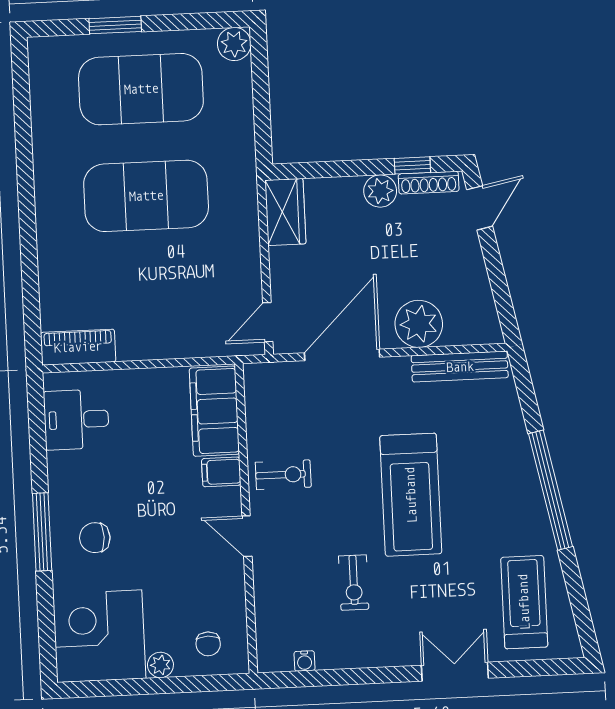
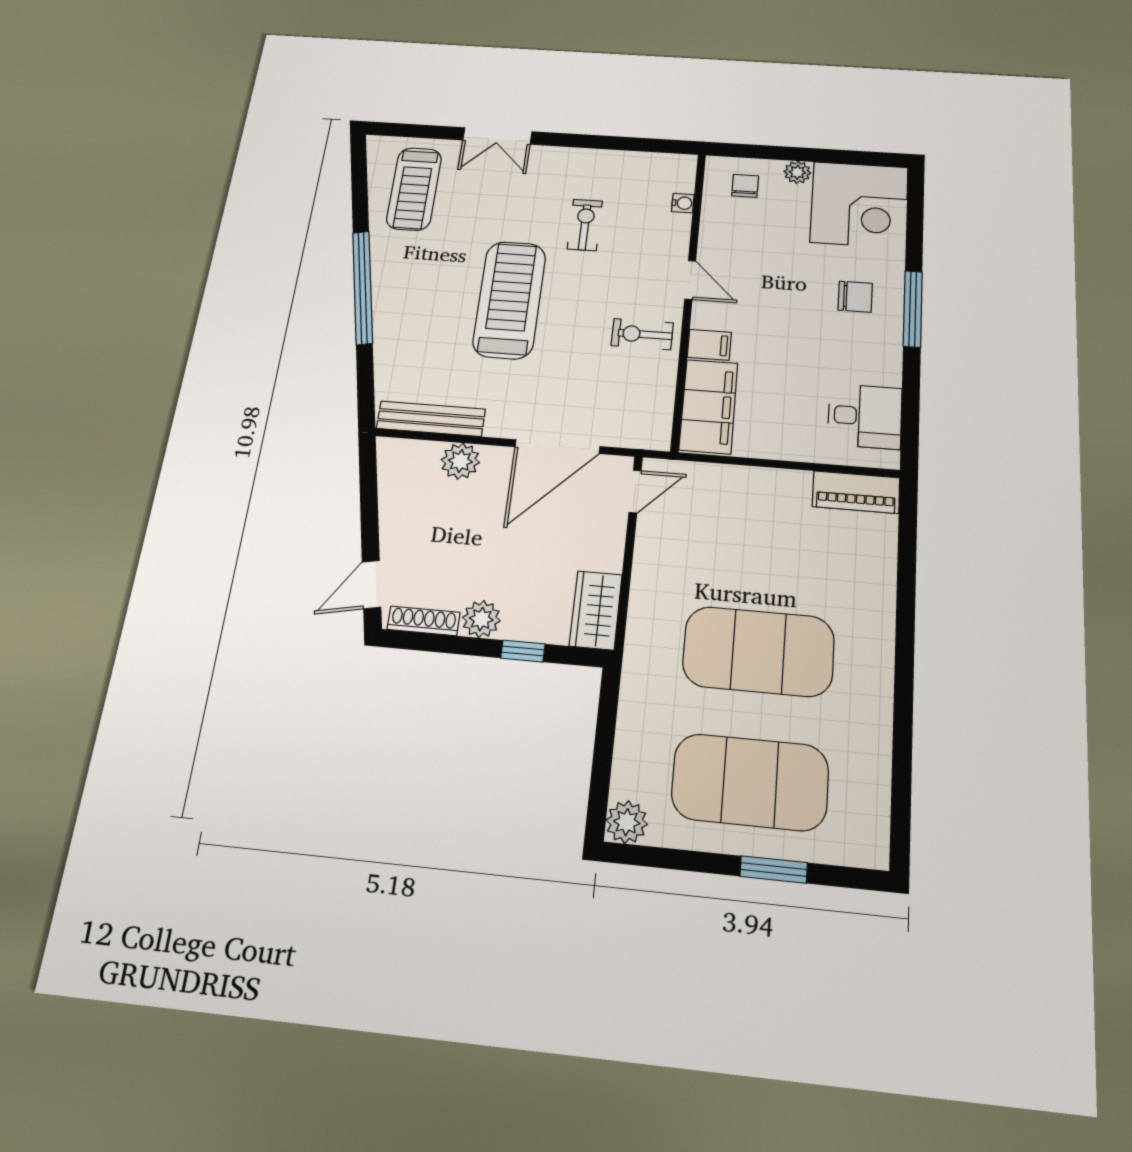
window: (412, 165) -> (523, 651), moved
plant: (419, 324) -> (460, 461), width x0.73, depth x0.73
water cooler: (304, 661) -> (683, 203), moved, turned 90

